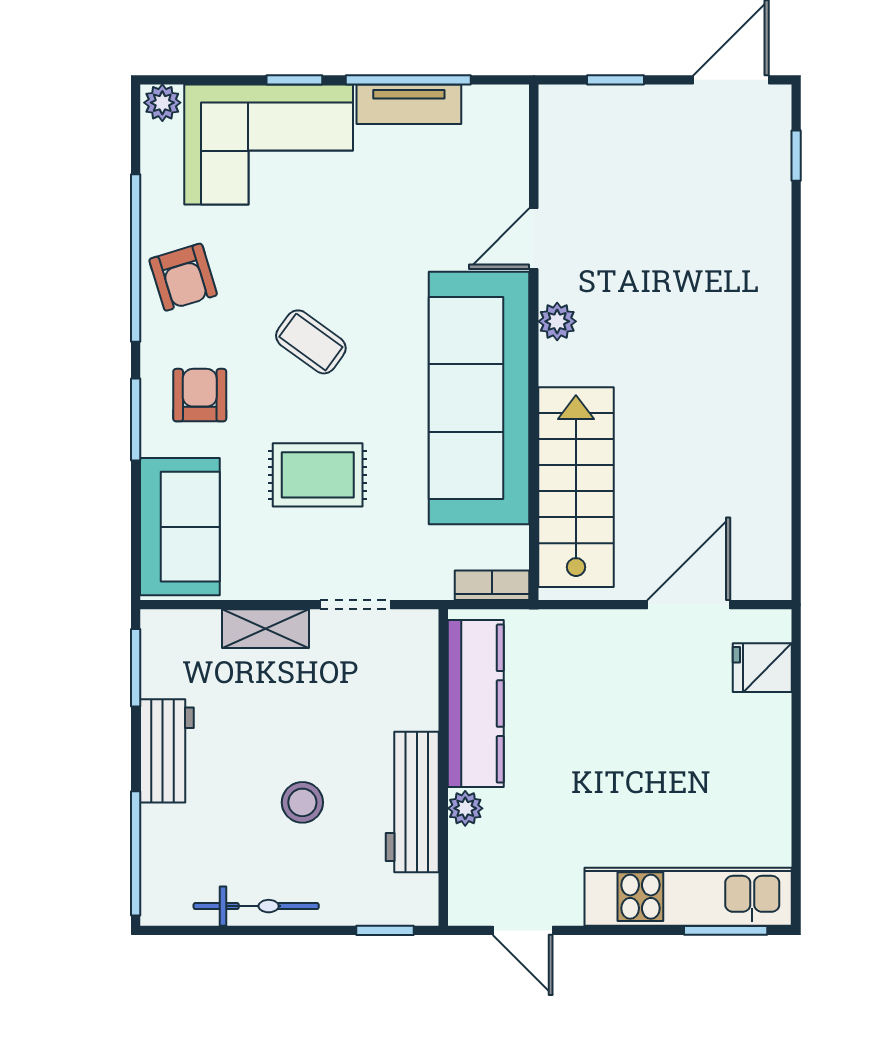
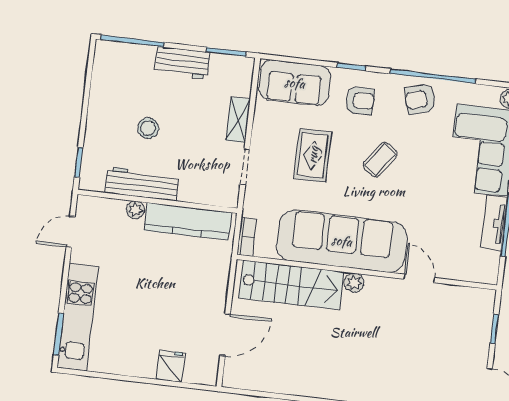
plant: (557, 321) -> (354, 283), moved
window: (136, 419) -> (351, 67), width x0.67
door: (689, 605) -> (225, 335), hinge flipped
fridge: (762, 668) -> (171, 366), moved
bicycle: (256, 906) -> (99, 99), removed

